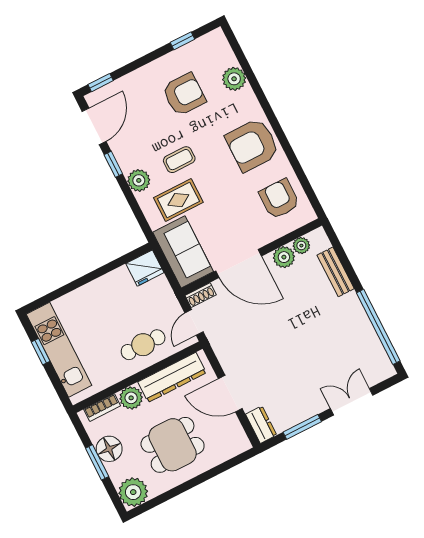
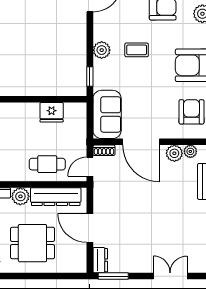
window: (113, 164) -> (90, 76), moved
rug: (178, 200) -> (122, 77), removed
fridge: (145, 268) -> (52, 112), moved
window: (302, 427) -> (113, 276), moved

